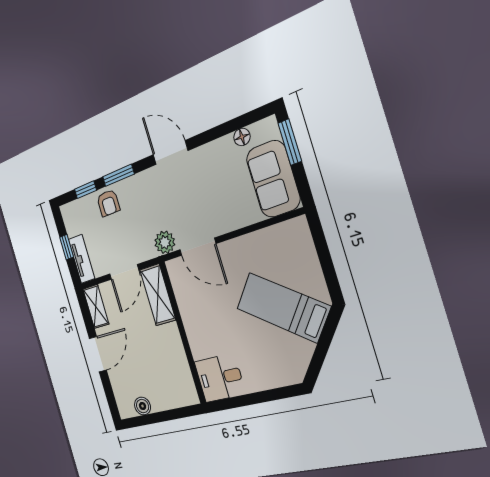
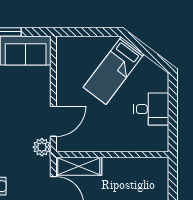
desk: (220, 378) -> (151, 109), moved, turned -90

